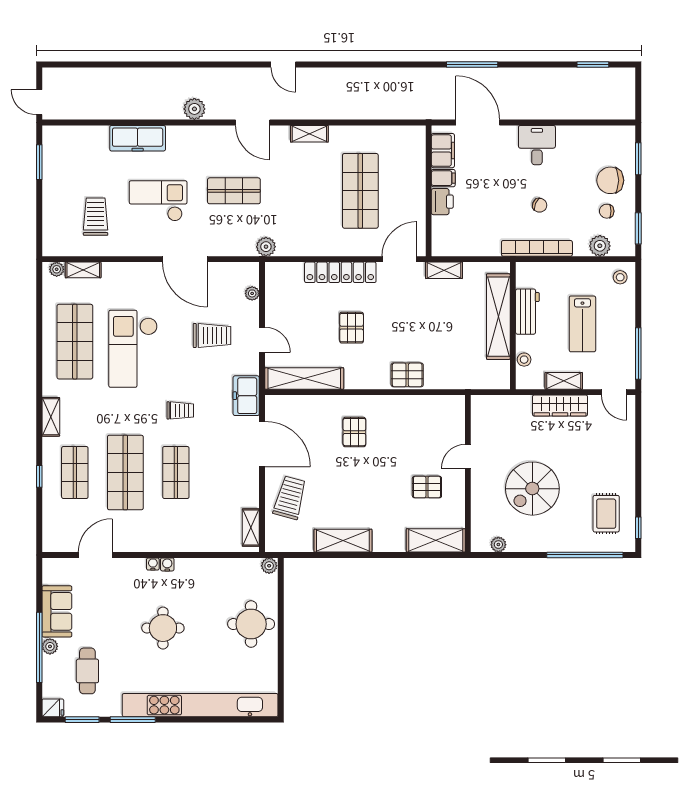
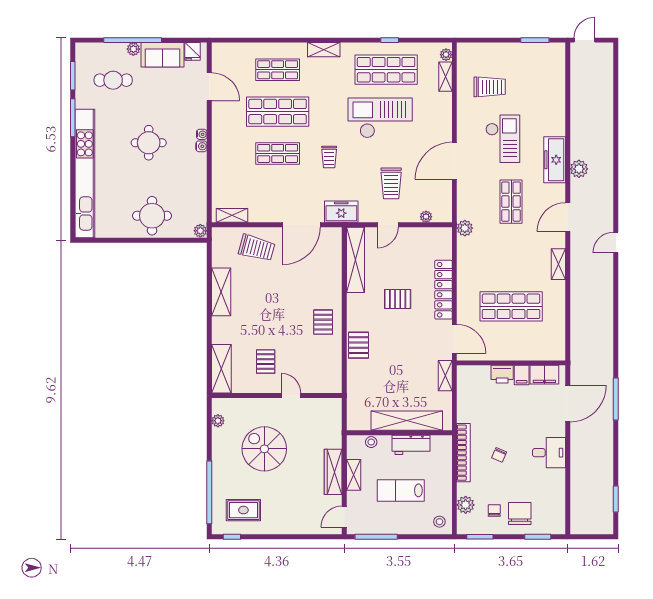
freezer: (138, 138) -> (555, 160), moved
pallet: (354, 432) -> (323, 322), moved, turned 90
window: (39, 476) -> (390, 40), moved
fridge: (53, 708) -> (193, 51), moved

